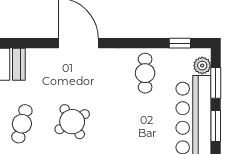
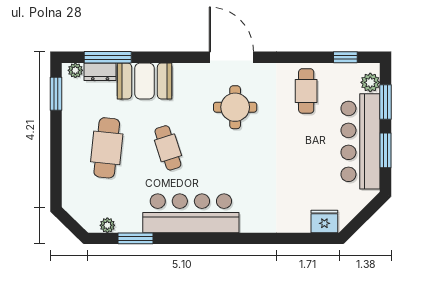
round table: (72, 122) -> (235, 107), moved, turned 31
cafe table: (22, 124) -> (168, 148), turned -33

